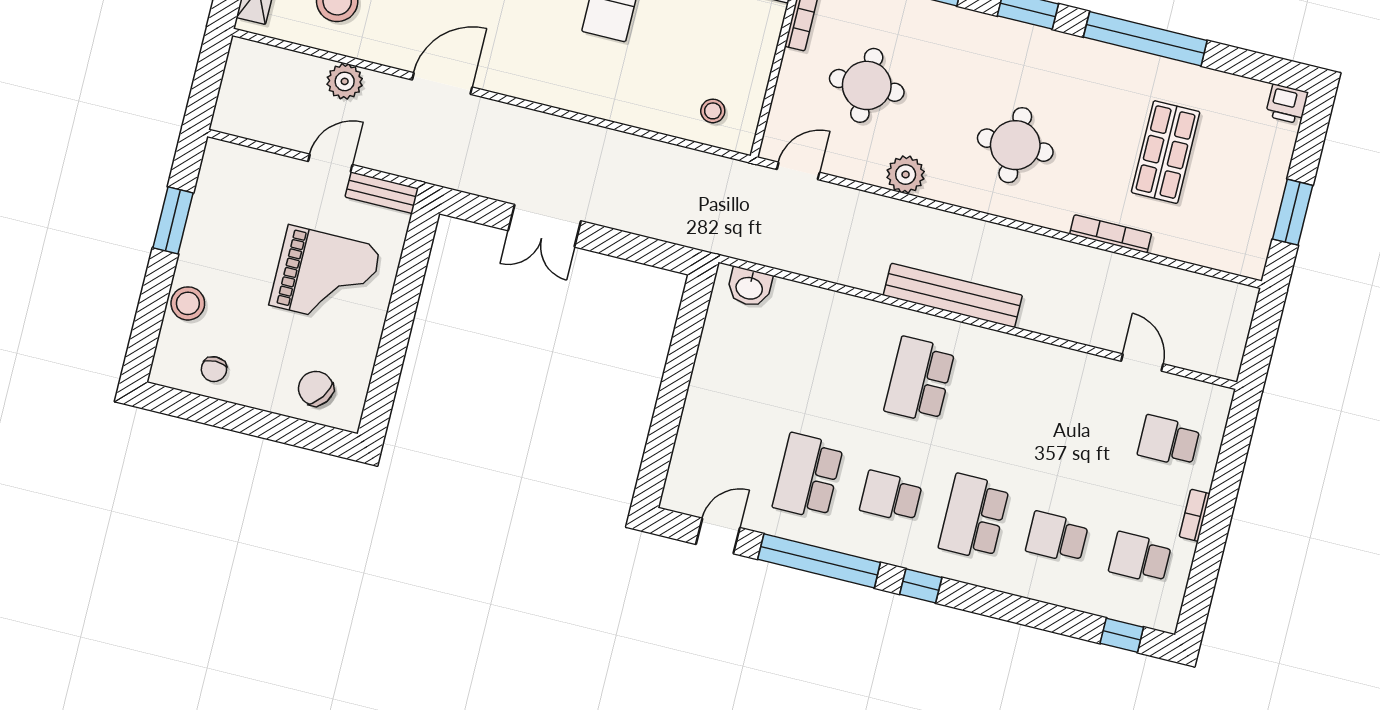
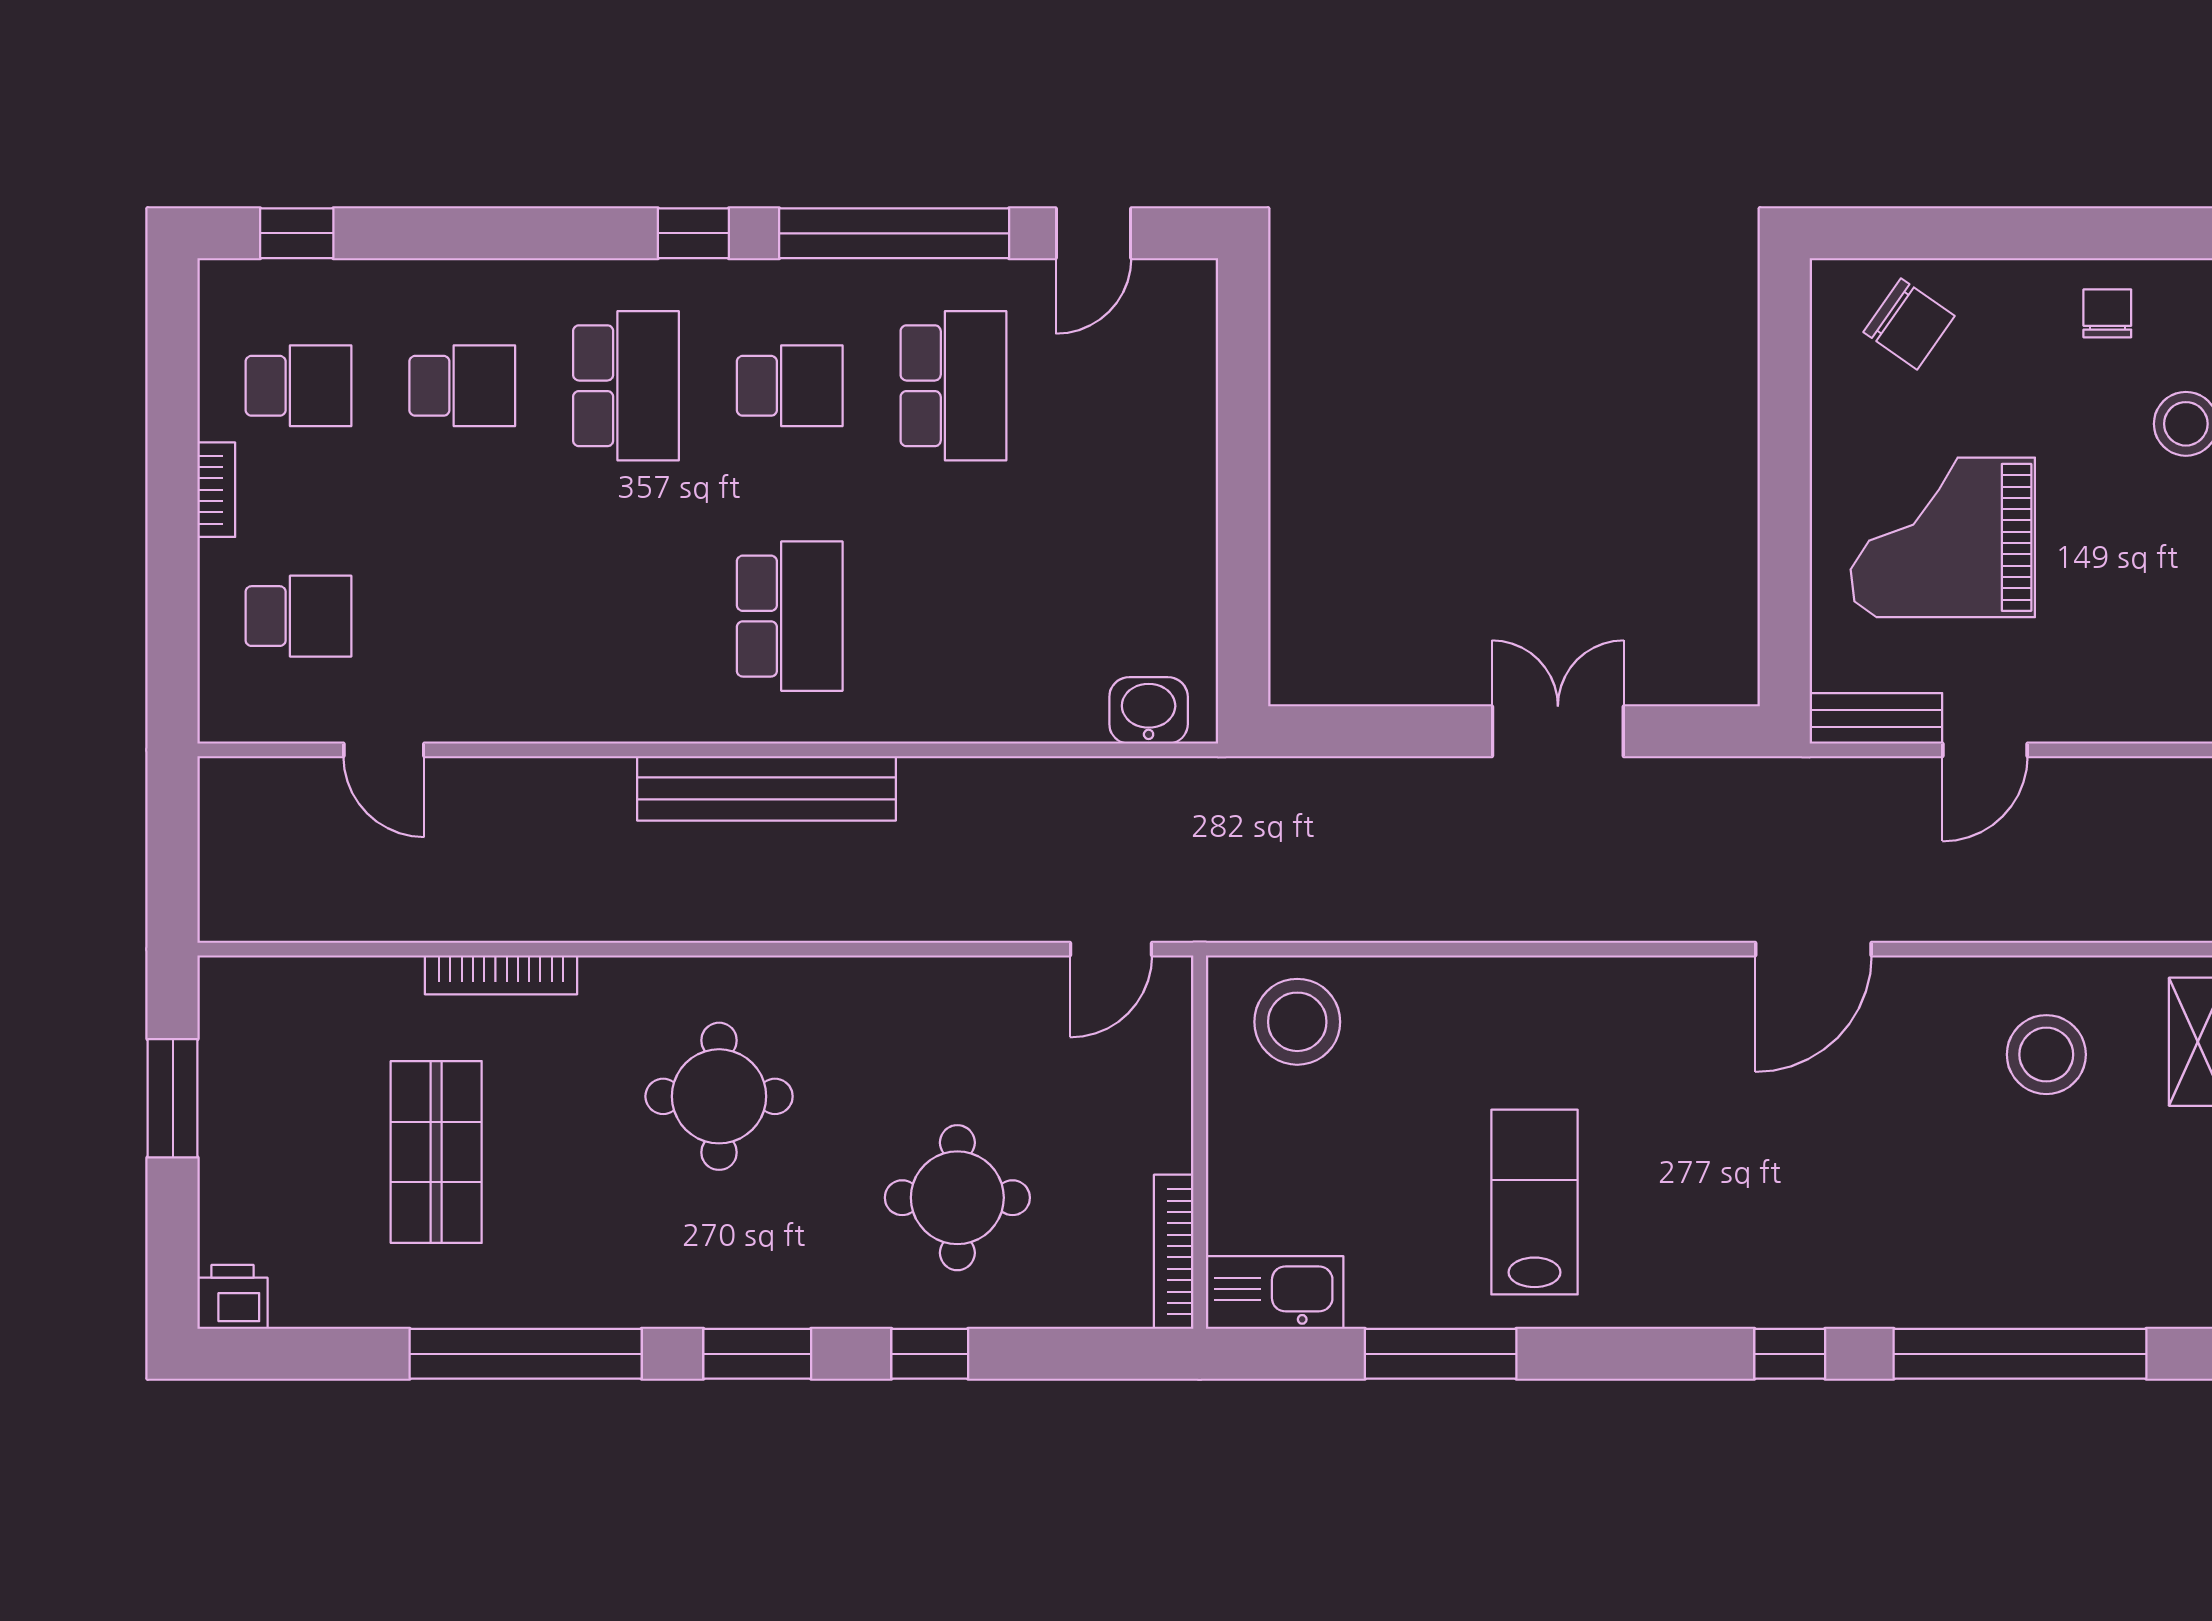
plant: (345, 81) -> (1996, 908), removed
round table: (867, 85) -> (957, 1198), moved
stool: (713, 111) -> (1297, 1022), width x1.89, depth x1.89
plant: (906, 174) -> (910, 992), removed

